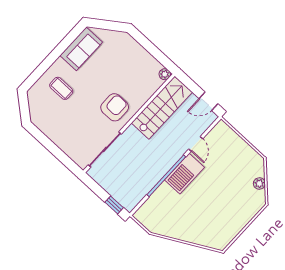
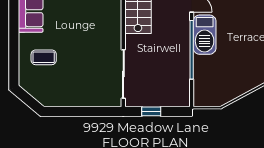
armchair: (115, 107) -> (100, 33), removed
window: (114, 205) -> (151, 111), moved

